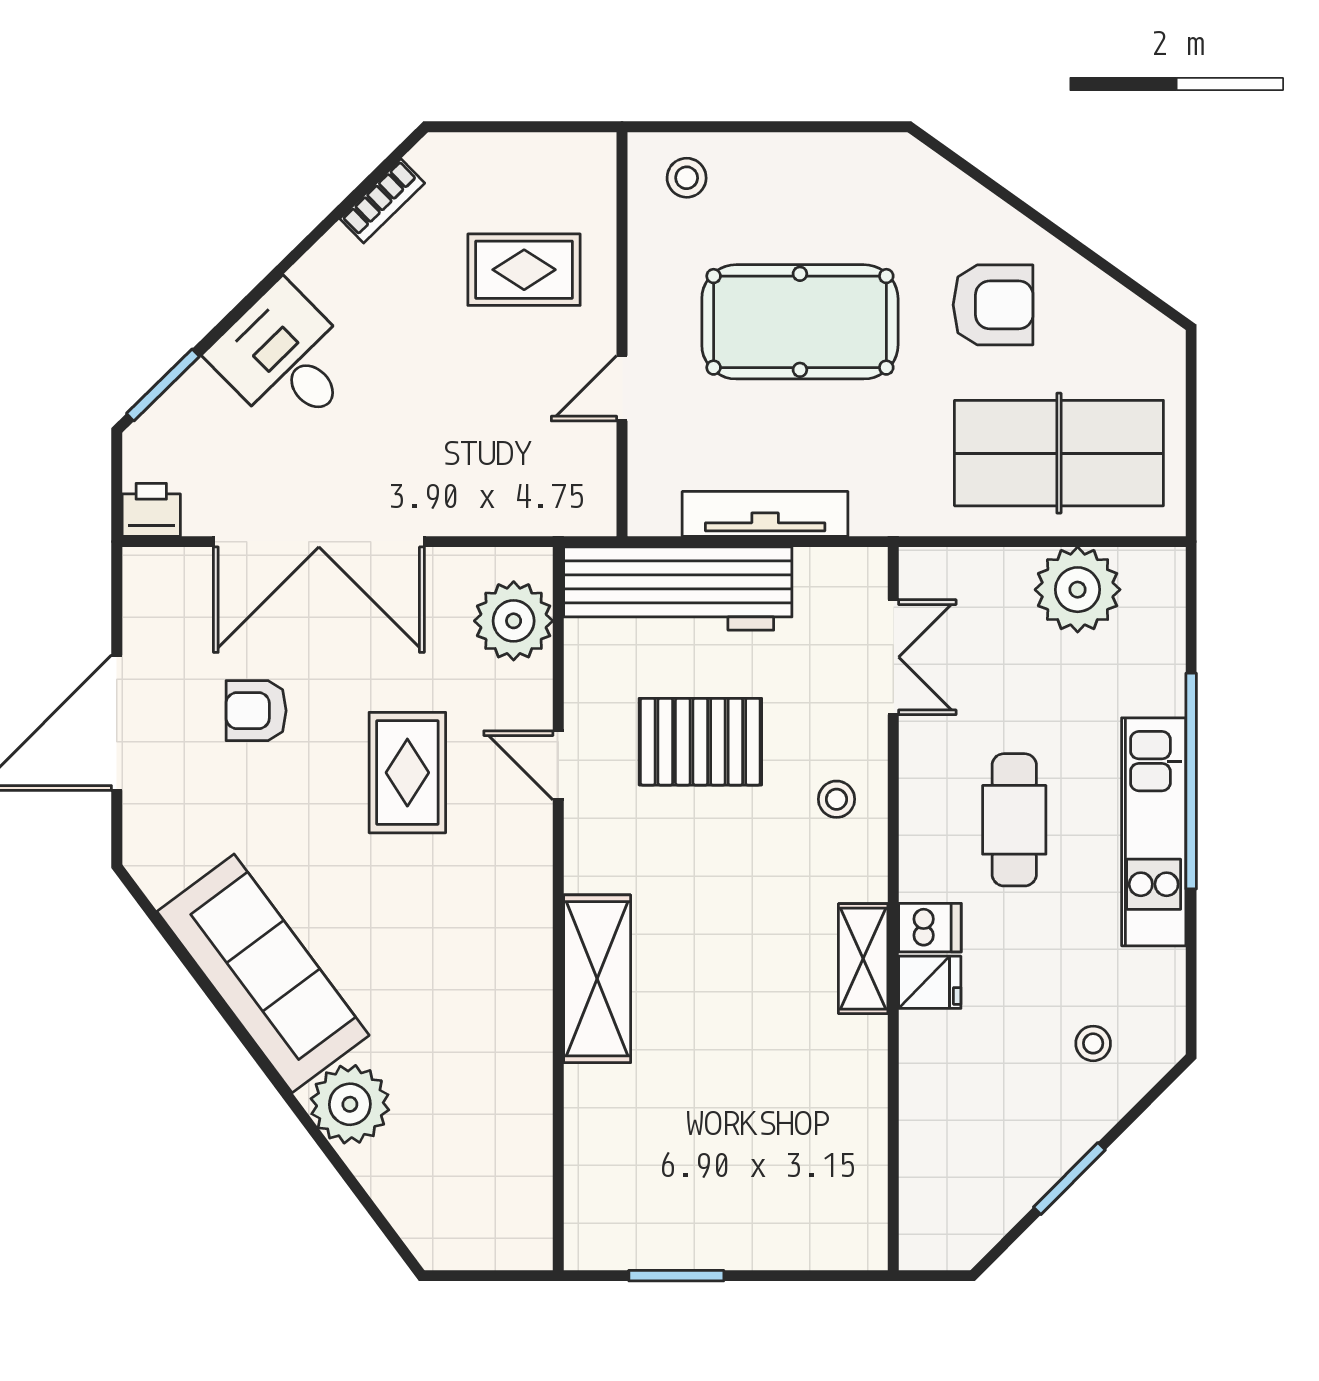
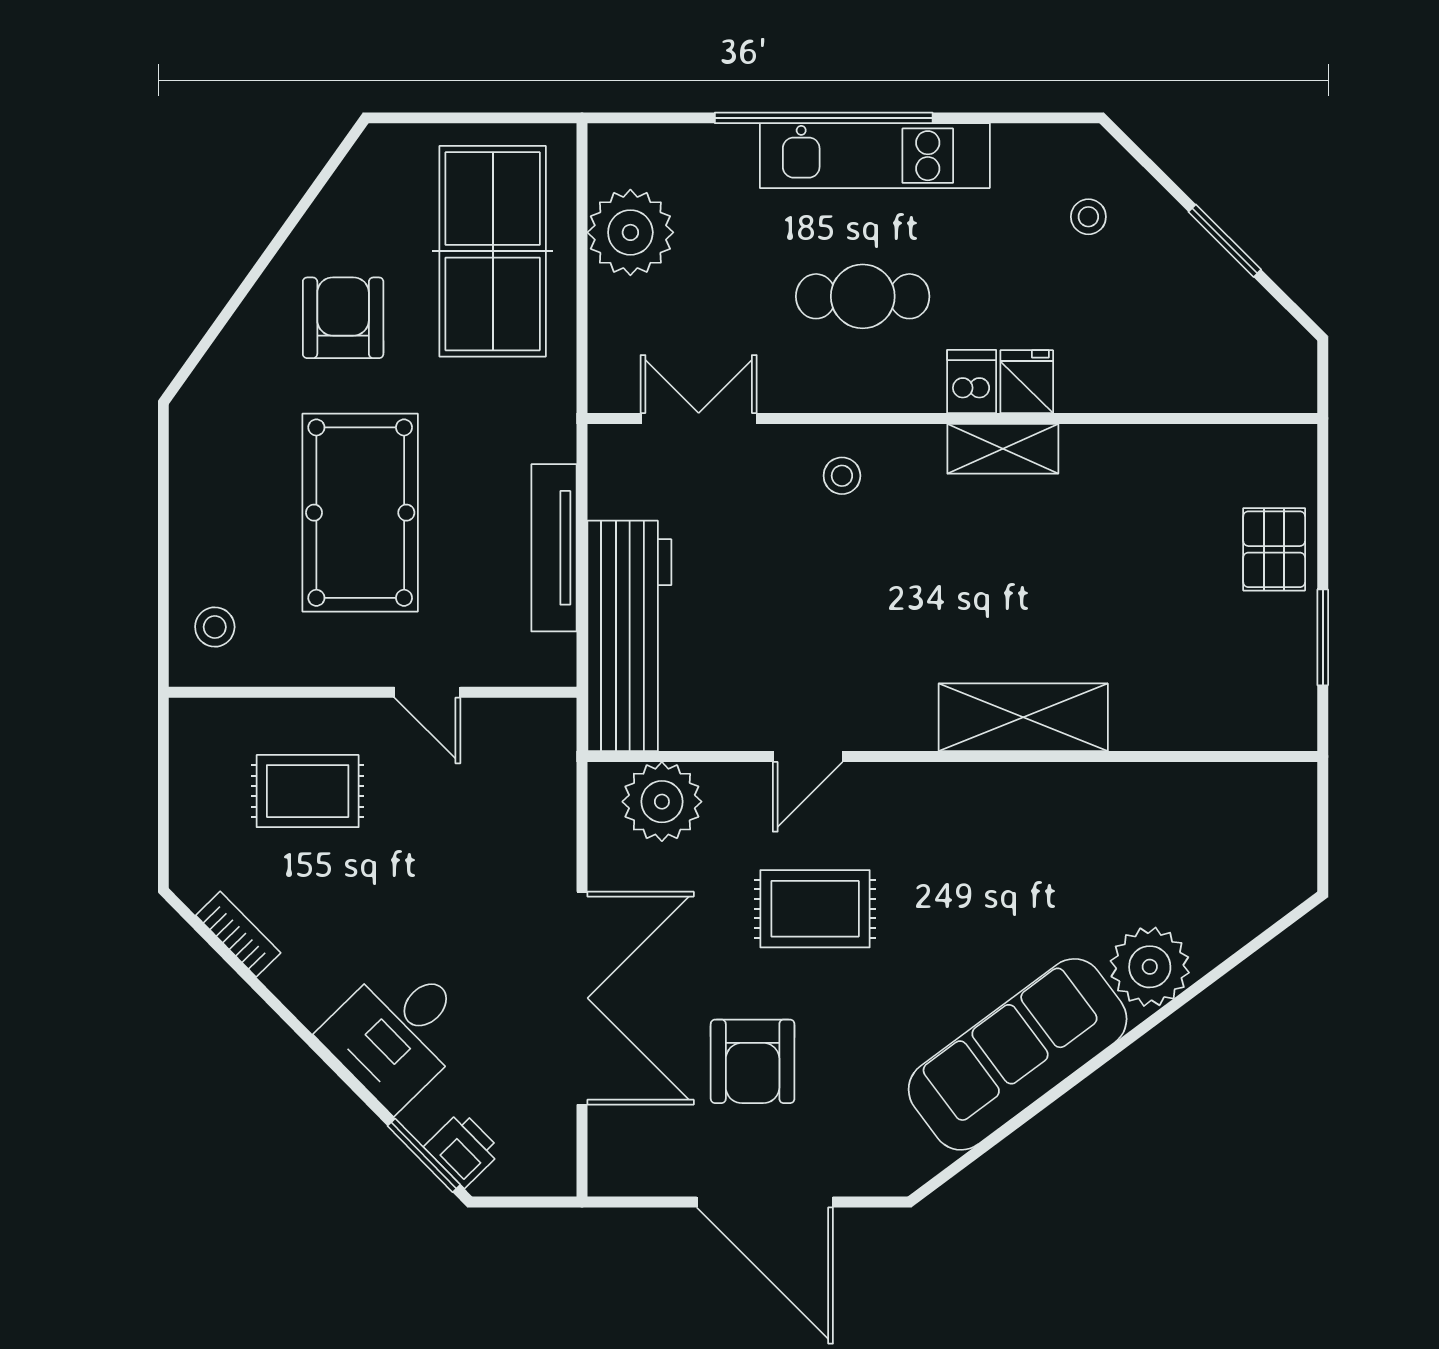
rug: (524, 270) -> (308, 791), turned 90
printer: (151, 510) -> (463, 1149), moved, turned 135
armchair: (256, 711) -> (753, 1061), width x1.38, depth x1.38
pallet: (700, 742) -> (1274, 549), moved, width x0.67, depth x0.71

